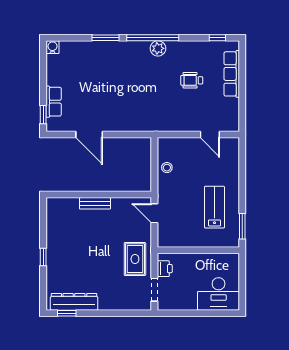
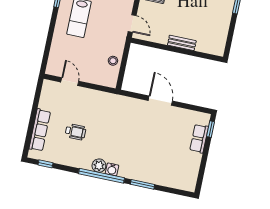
water cooler: (52, 47) -> (112, 169), moved
door: (89, 134) -> (160, 101), moved

